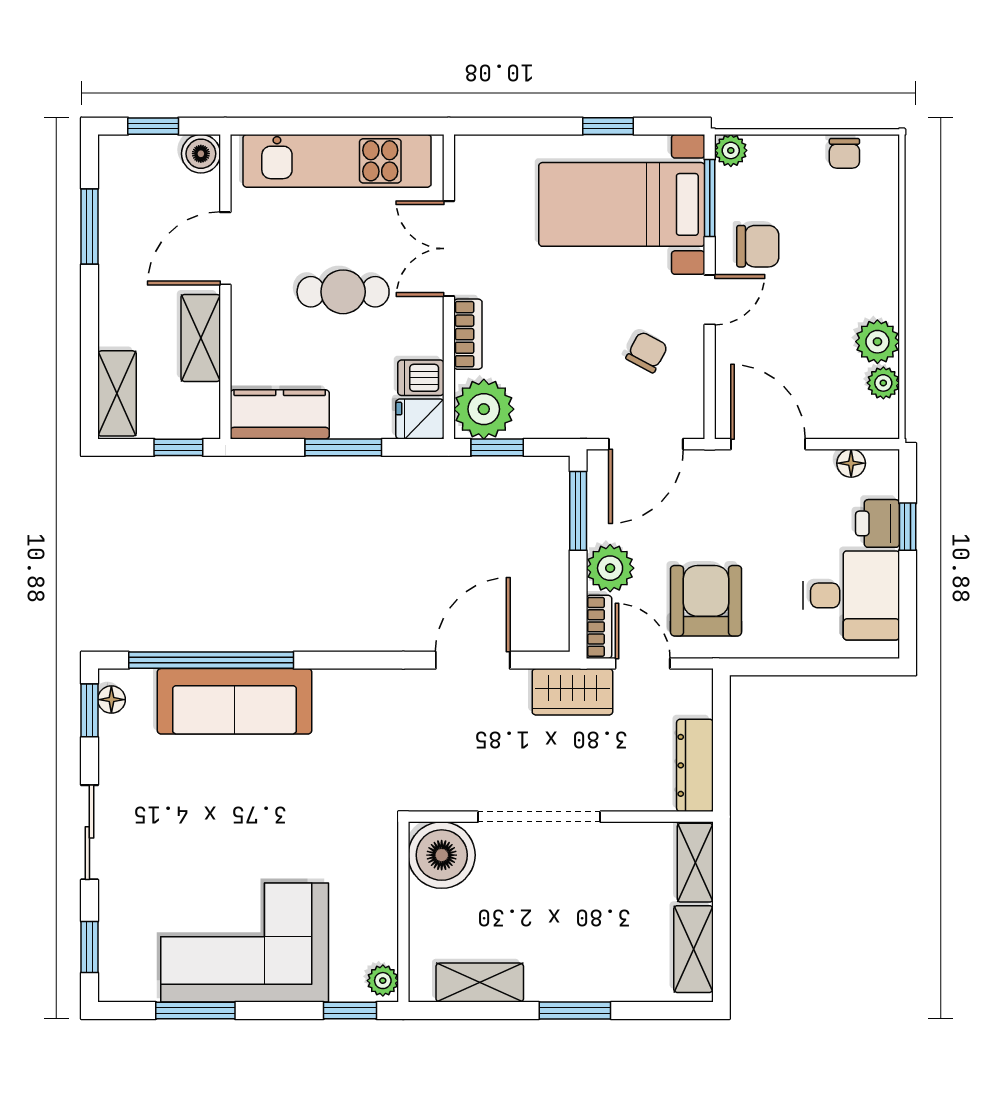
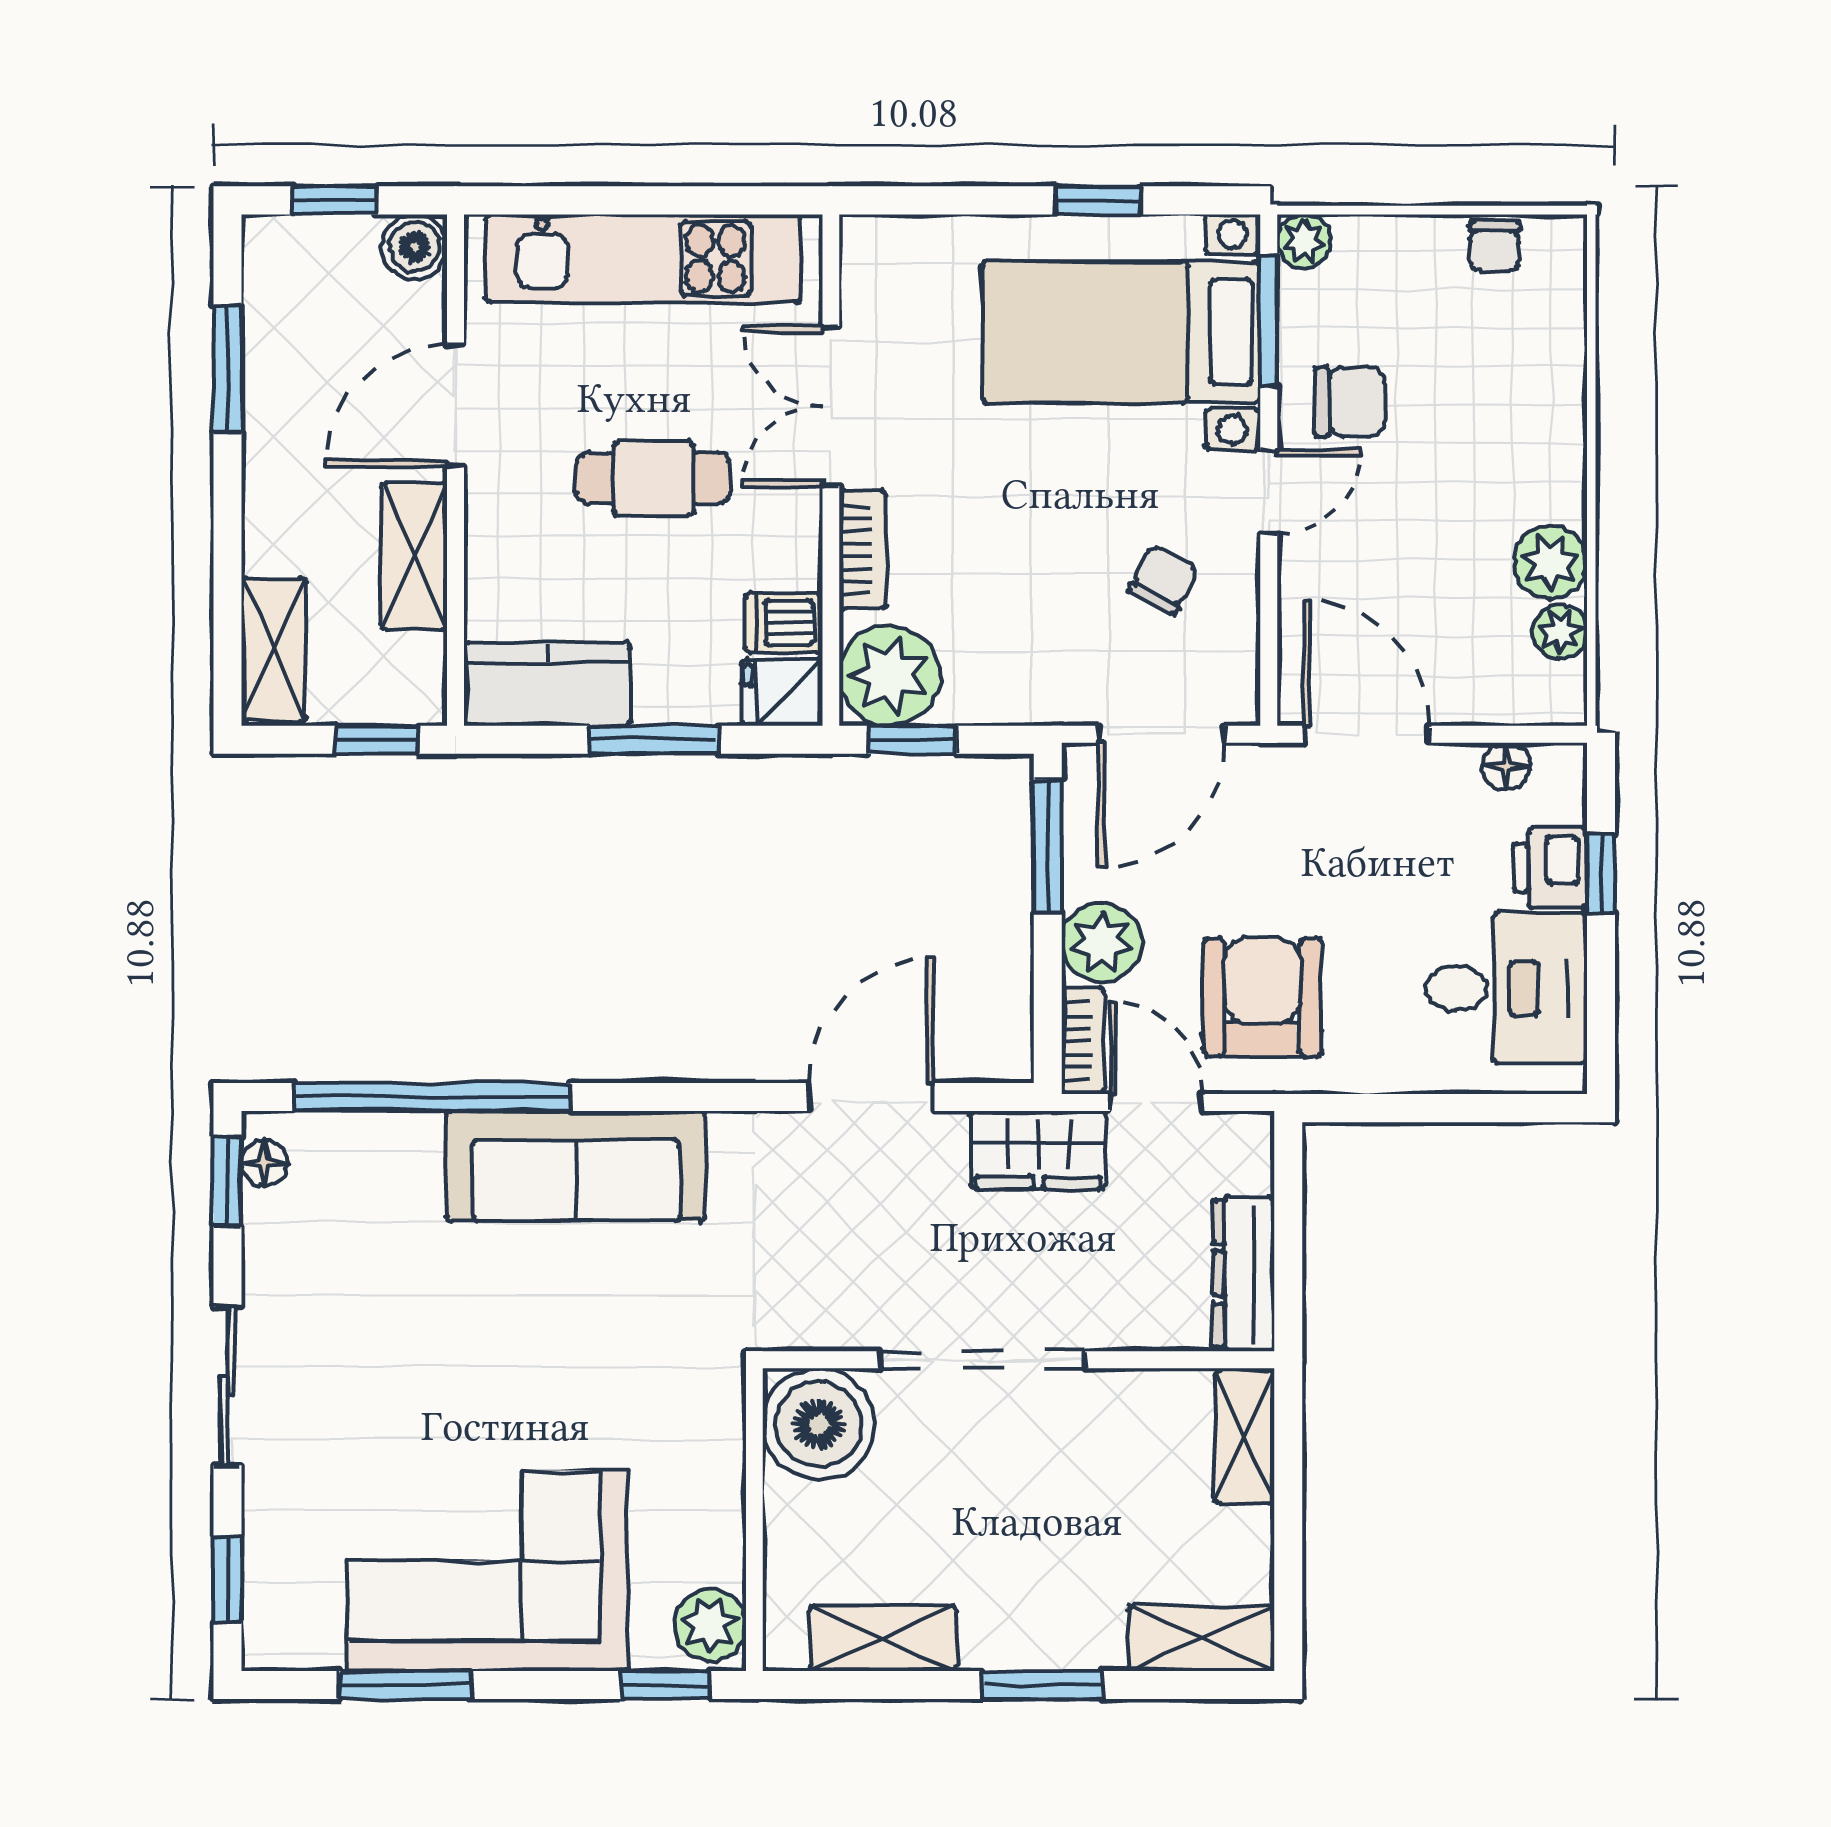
sofa: (234, 701) -> (576, 1166), moved
shelving: (693, 949) -> (1201, 1638), moved, turned 90
plant: (383, 981) -> (710, 1625), width x1.38, depth x1.38

